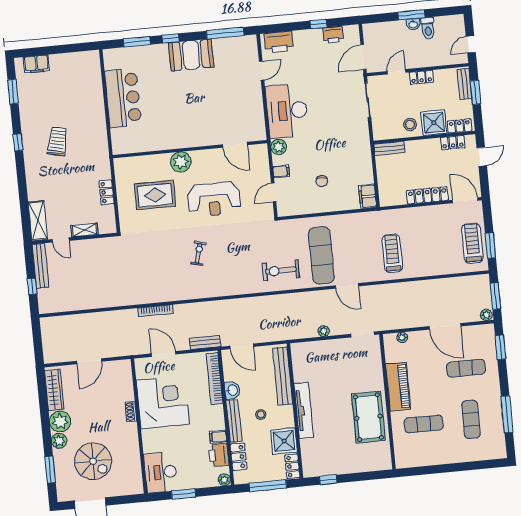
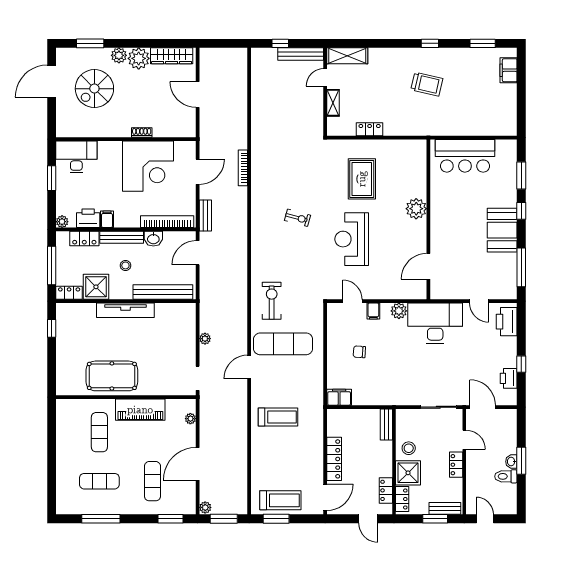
door: (235, 145) -> (428, 266), moved
wall: (190, 149) -> (428, 219), moved
plant: (181, 162) -> (416, 209), moved

